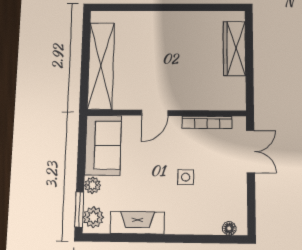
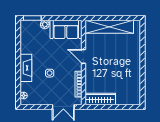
wardrobe: (234, 48) -> (100, 99), moved
plant: (93, 217) -> (28, 26), removed
fireplace: (137, 223) -> (26, 68), moved

